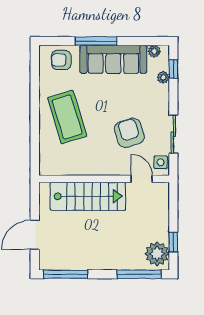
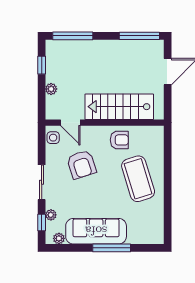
armchair: (61, 60) -> (119, 140), moved
sliding door: (173, 134) -> (42, 182), moved
plant: (157, 254) -> (51, 89), moved, width x0.53, depth x0.53

